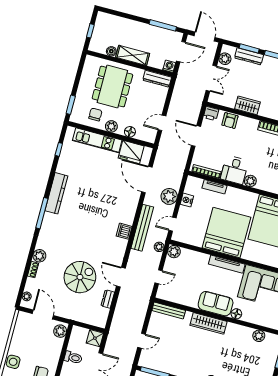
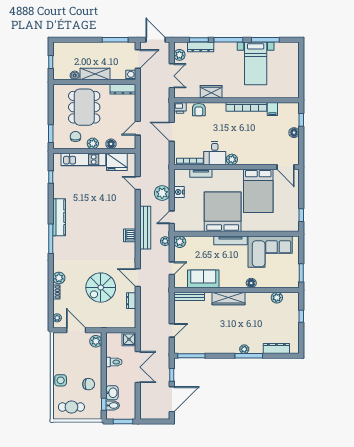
door: (147, 179) -> (138, 183), width x0.53
spiral stairs: (80, 277) -> (101, 288), turned 180
sofa: (216, 304) -> (203, 279), moved

